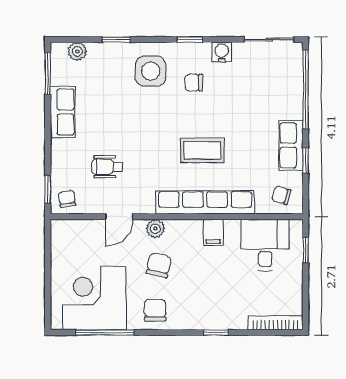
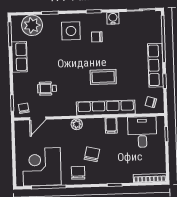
plant: (77, 52) -> (32, 25), width x1.87, depth x1.87
row of seats: (291, 145) -> (156, 65), width x1.48
door: (119, 217) -> (38, 118), moved
chair: (159, 265) -> (92, 154), moved

